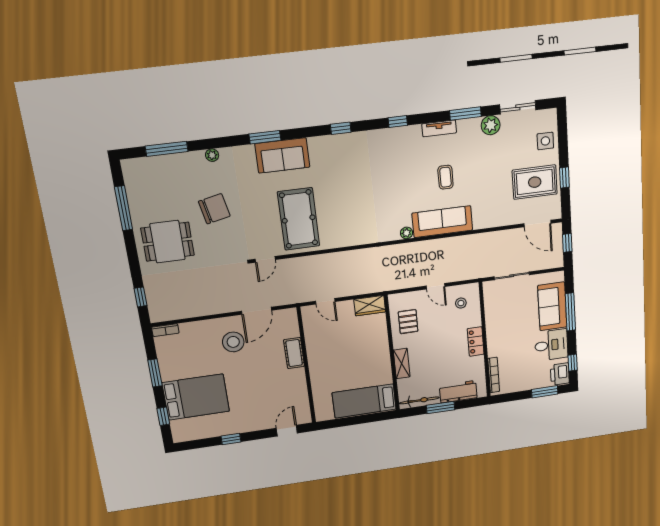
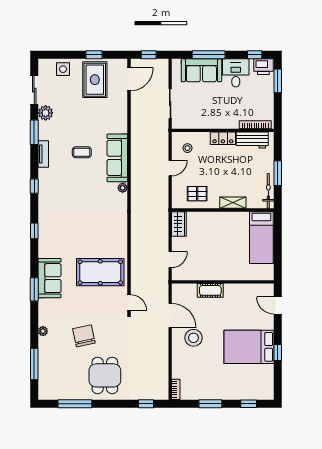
workbench: (458, 392) -> (252, 140), moved, turned -90
bed: (196, 397) -> (249, 347), moved, turned -90

